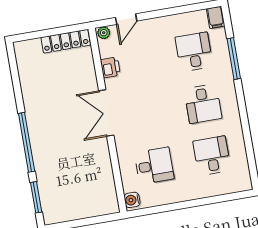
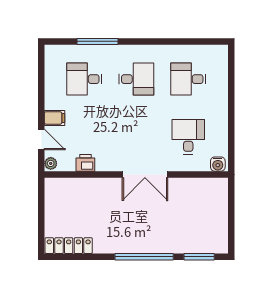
filing cabinet: (216, 17) -> (55, 118), moved
locker: (66, 41) -> (69, 246), moved, turned -90
double door: (106, 113) -> (145, 174), moved

